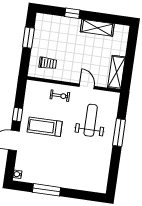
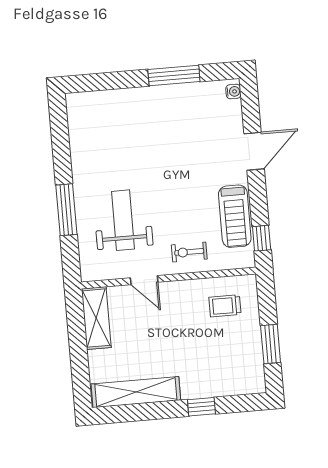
shelving: (97, 28) -> (136, 392), width x1.47
window: (17, 114) -> (262, 238), moved
weight bench: (91, 120) -> (123, 220), turned 180
treadmill: (45, 127) -> (235, 216), moved, turned 90

